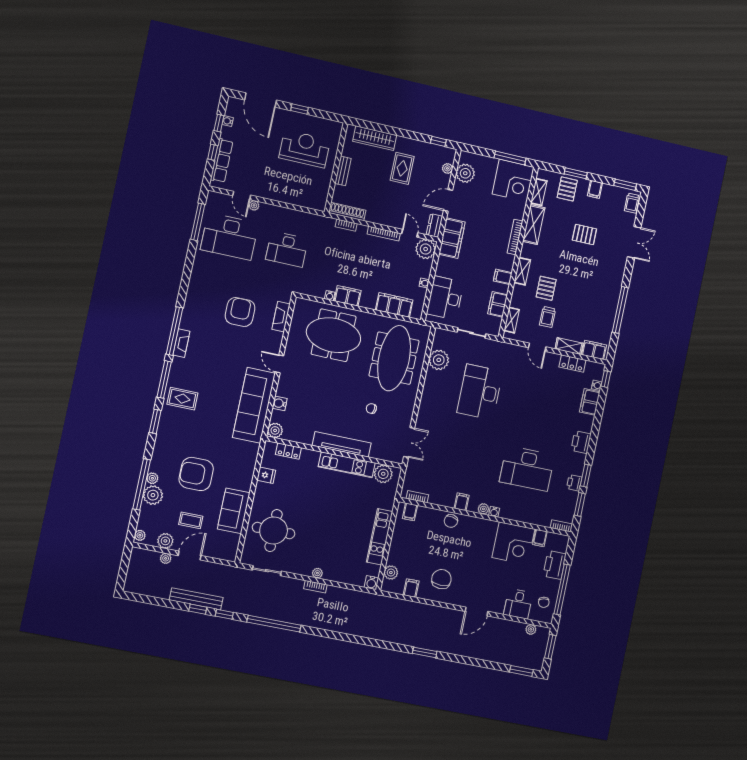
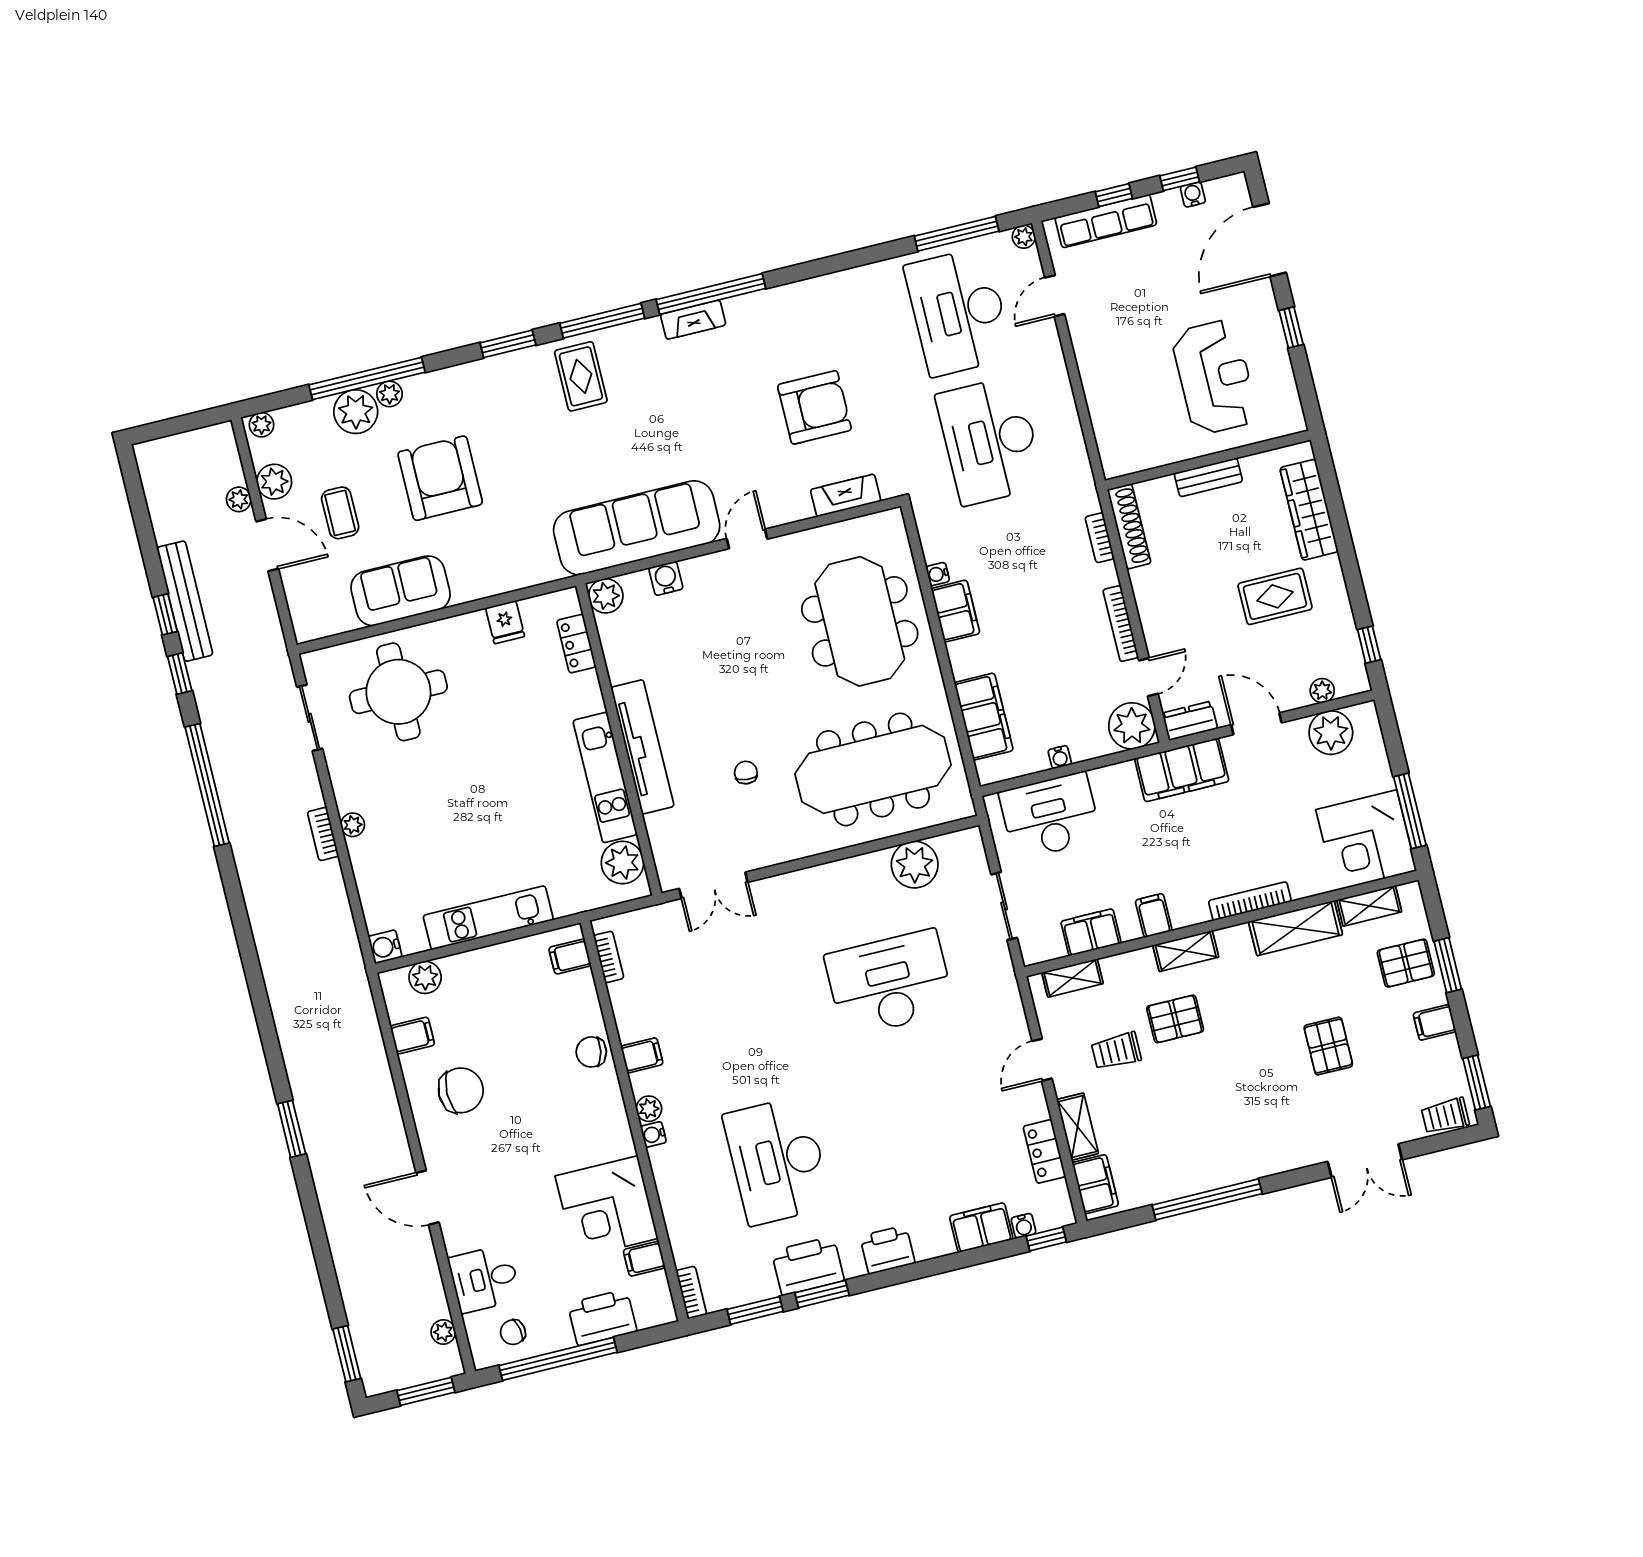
plant: (254, 205) -> (1024, 237), moved
desk: (287, 249) -> (990, 441), width x1.36, depth x1.30
printer: (574, 483) -> (808, 1266), width x1.87, depth x1.48

